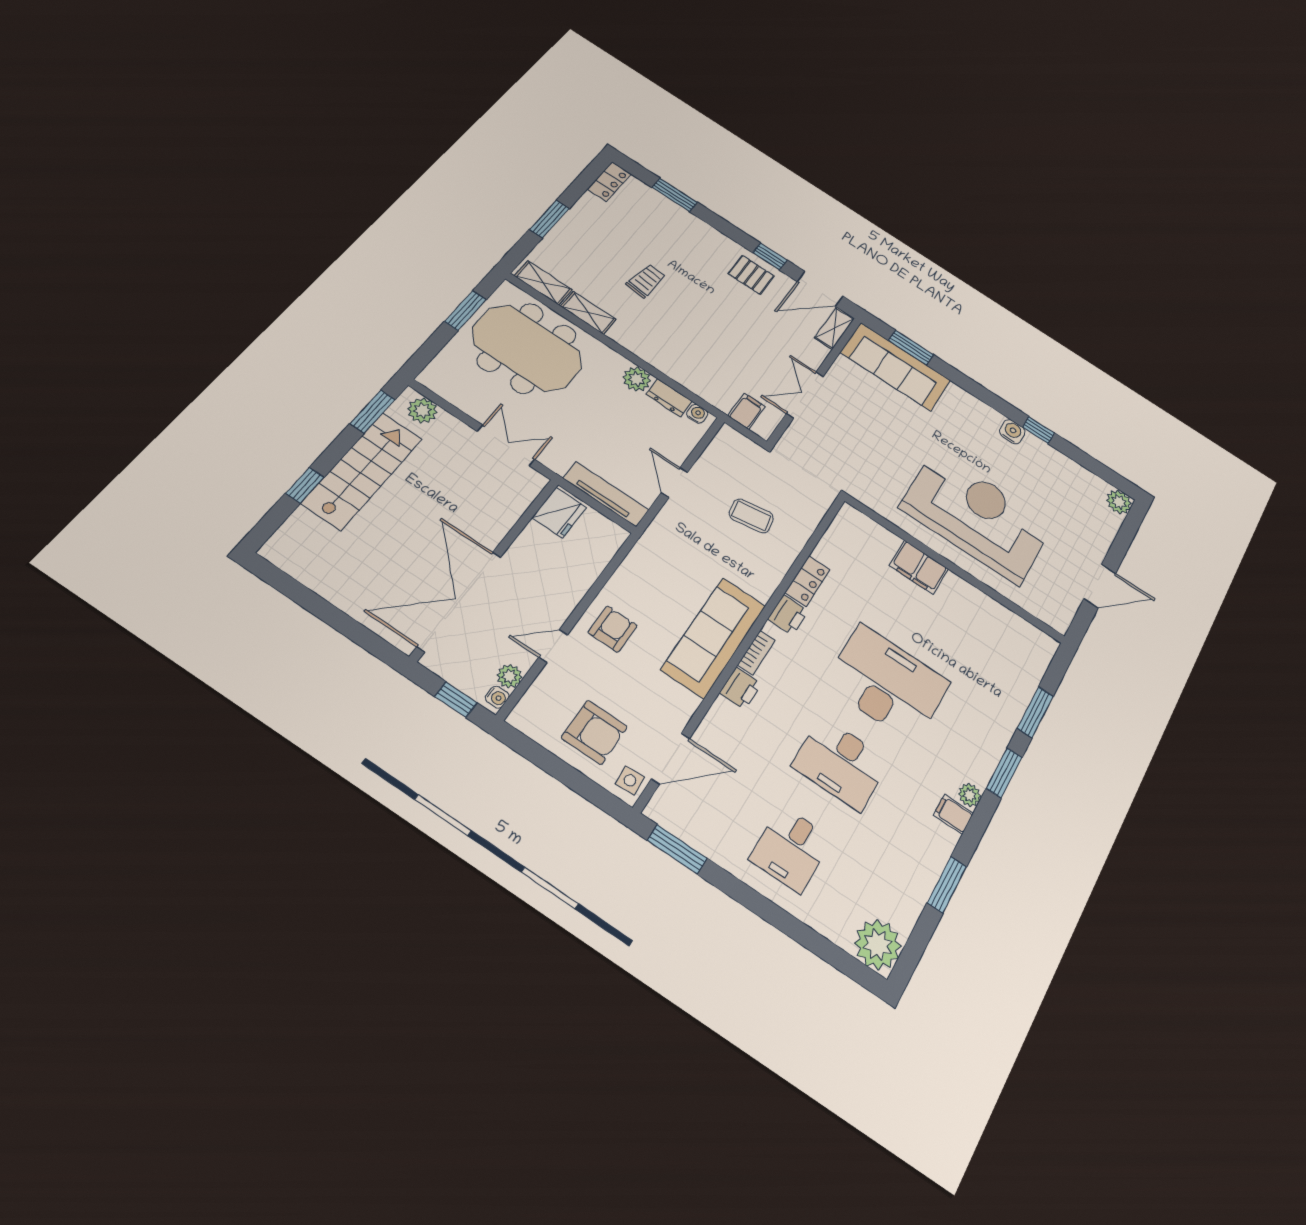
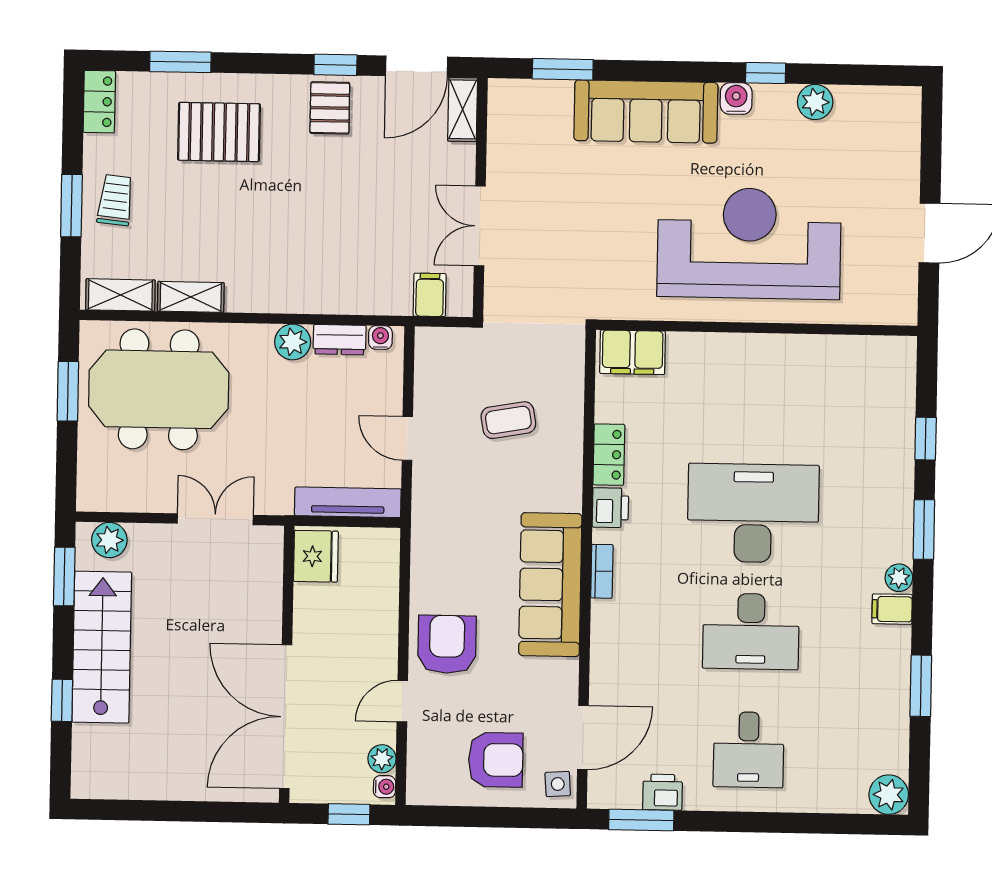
pallet: (672, 243) -> (219, 132), added
pallet: (751, 275) -> (330, 108), turned 90
trolley: (646, 281) -> (115, 200), moved
sofa: (895, 366) -> (646, 111), moved
plant: (1119, 502) -> (815, 102), moved
filing cabinet: (919, 567) -> (633, 352), moved
armchair: (613, 629) -> (447, 644), width x1.38, depth x1.38
printer: (740, 688) -> (662, 792), moved, turned -90
window: (1035, 712) -> (926, 439), width x0.67
plant: (878, 945) -> (889, 795), width x0.73, depth x0.73

